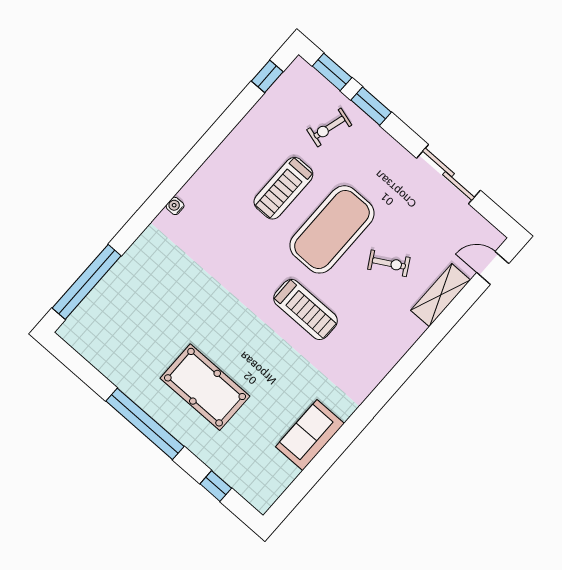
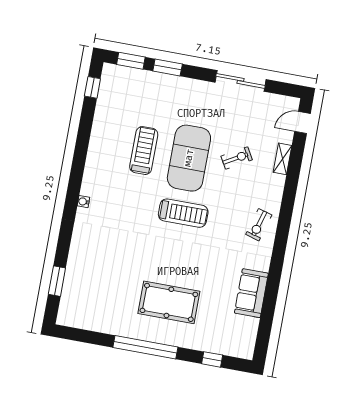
exercise bike: (329, 127) -> (259, 225), moved
treadmill: (283, 188) -> (144, 151), turned 180
window: (87, 282) -> (57, 281), width x0.47
shelving: (441, 295) -> (283, 159), width x0.67, depth x0.75
treadmill: (306, 310) -> (183, 213), moved

